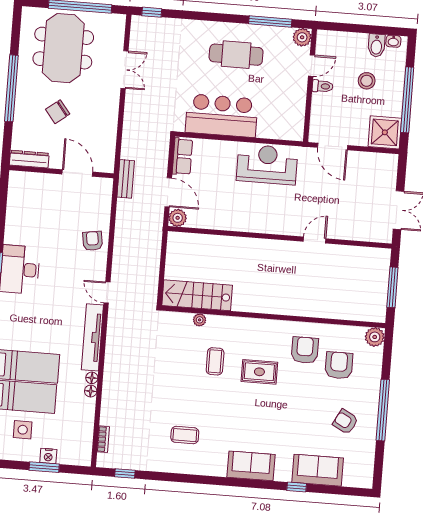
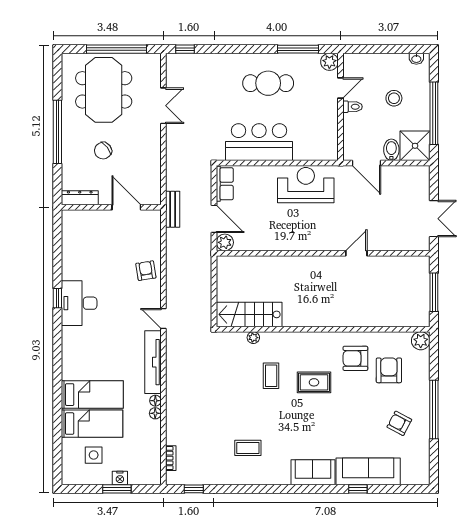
bidet: (376, 45) -> (391, 150), moved, turned 180
armchair: (305, 350) -> (355, 358), turned -90
sofa: (318, 470) -> (368, 471), width x1.36

